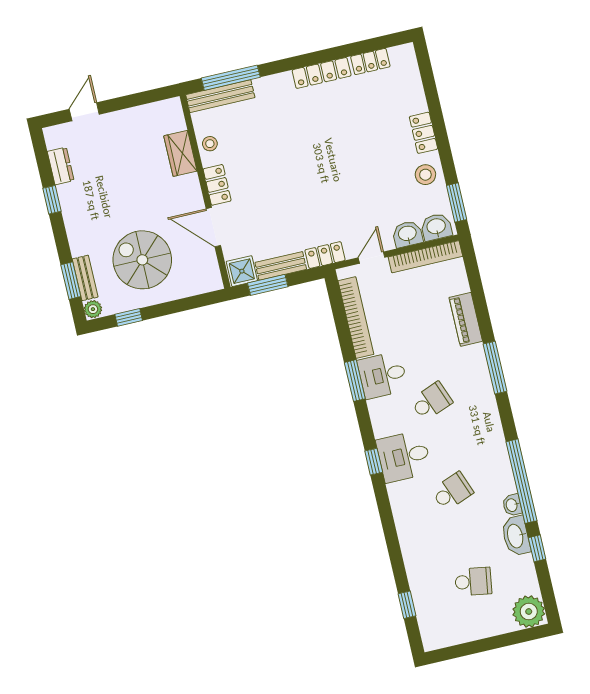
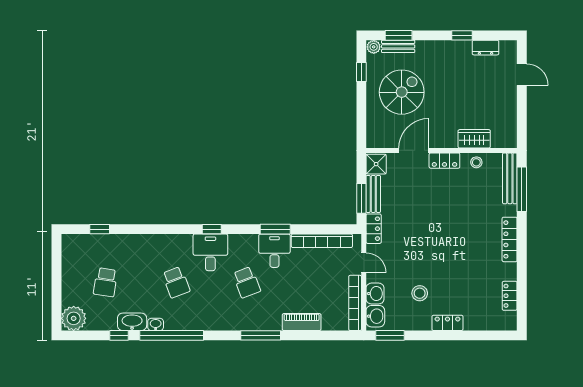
locker: (322, 73) -> (510, 239), moved
stool: (425, 175) -> (420, 293), moved
window: (268, 285) -> (361, 198), moved

